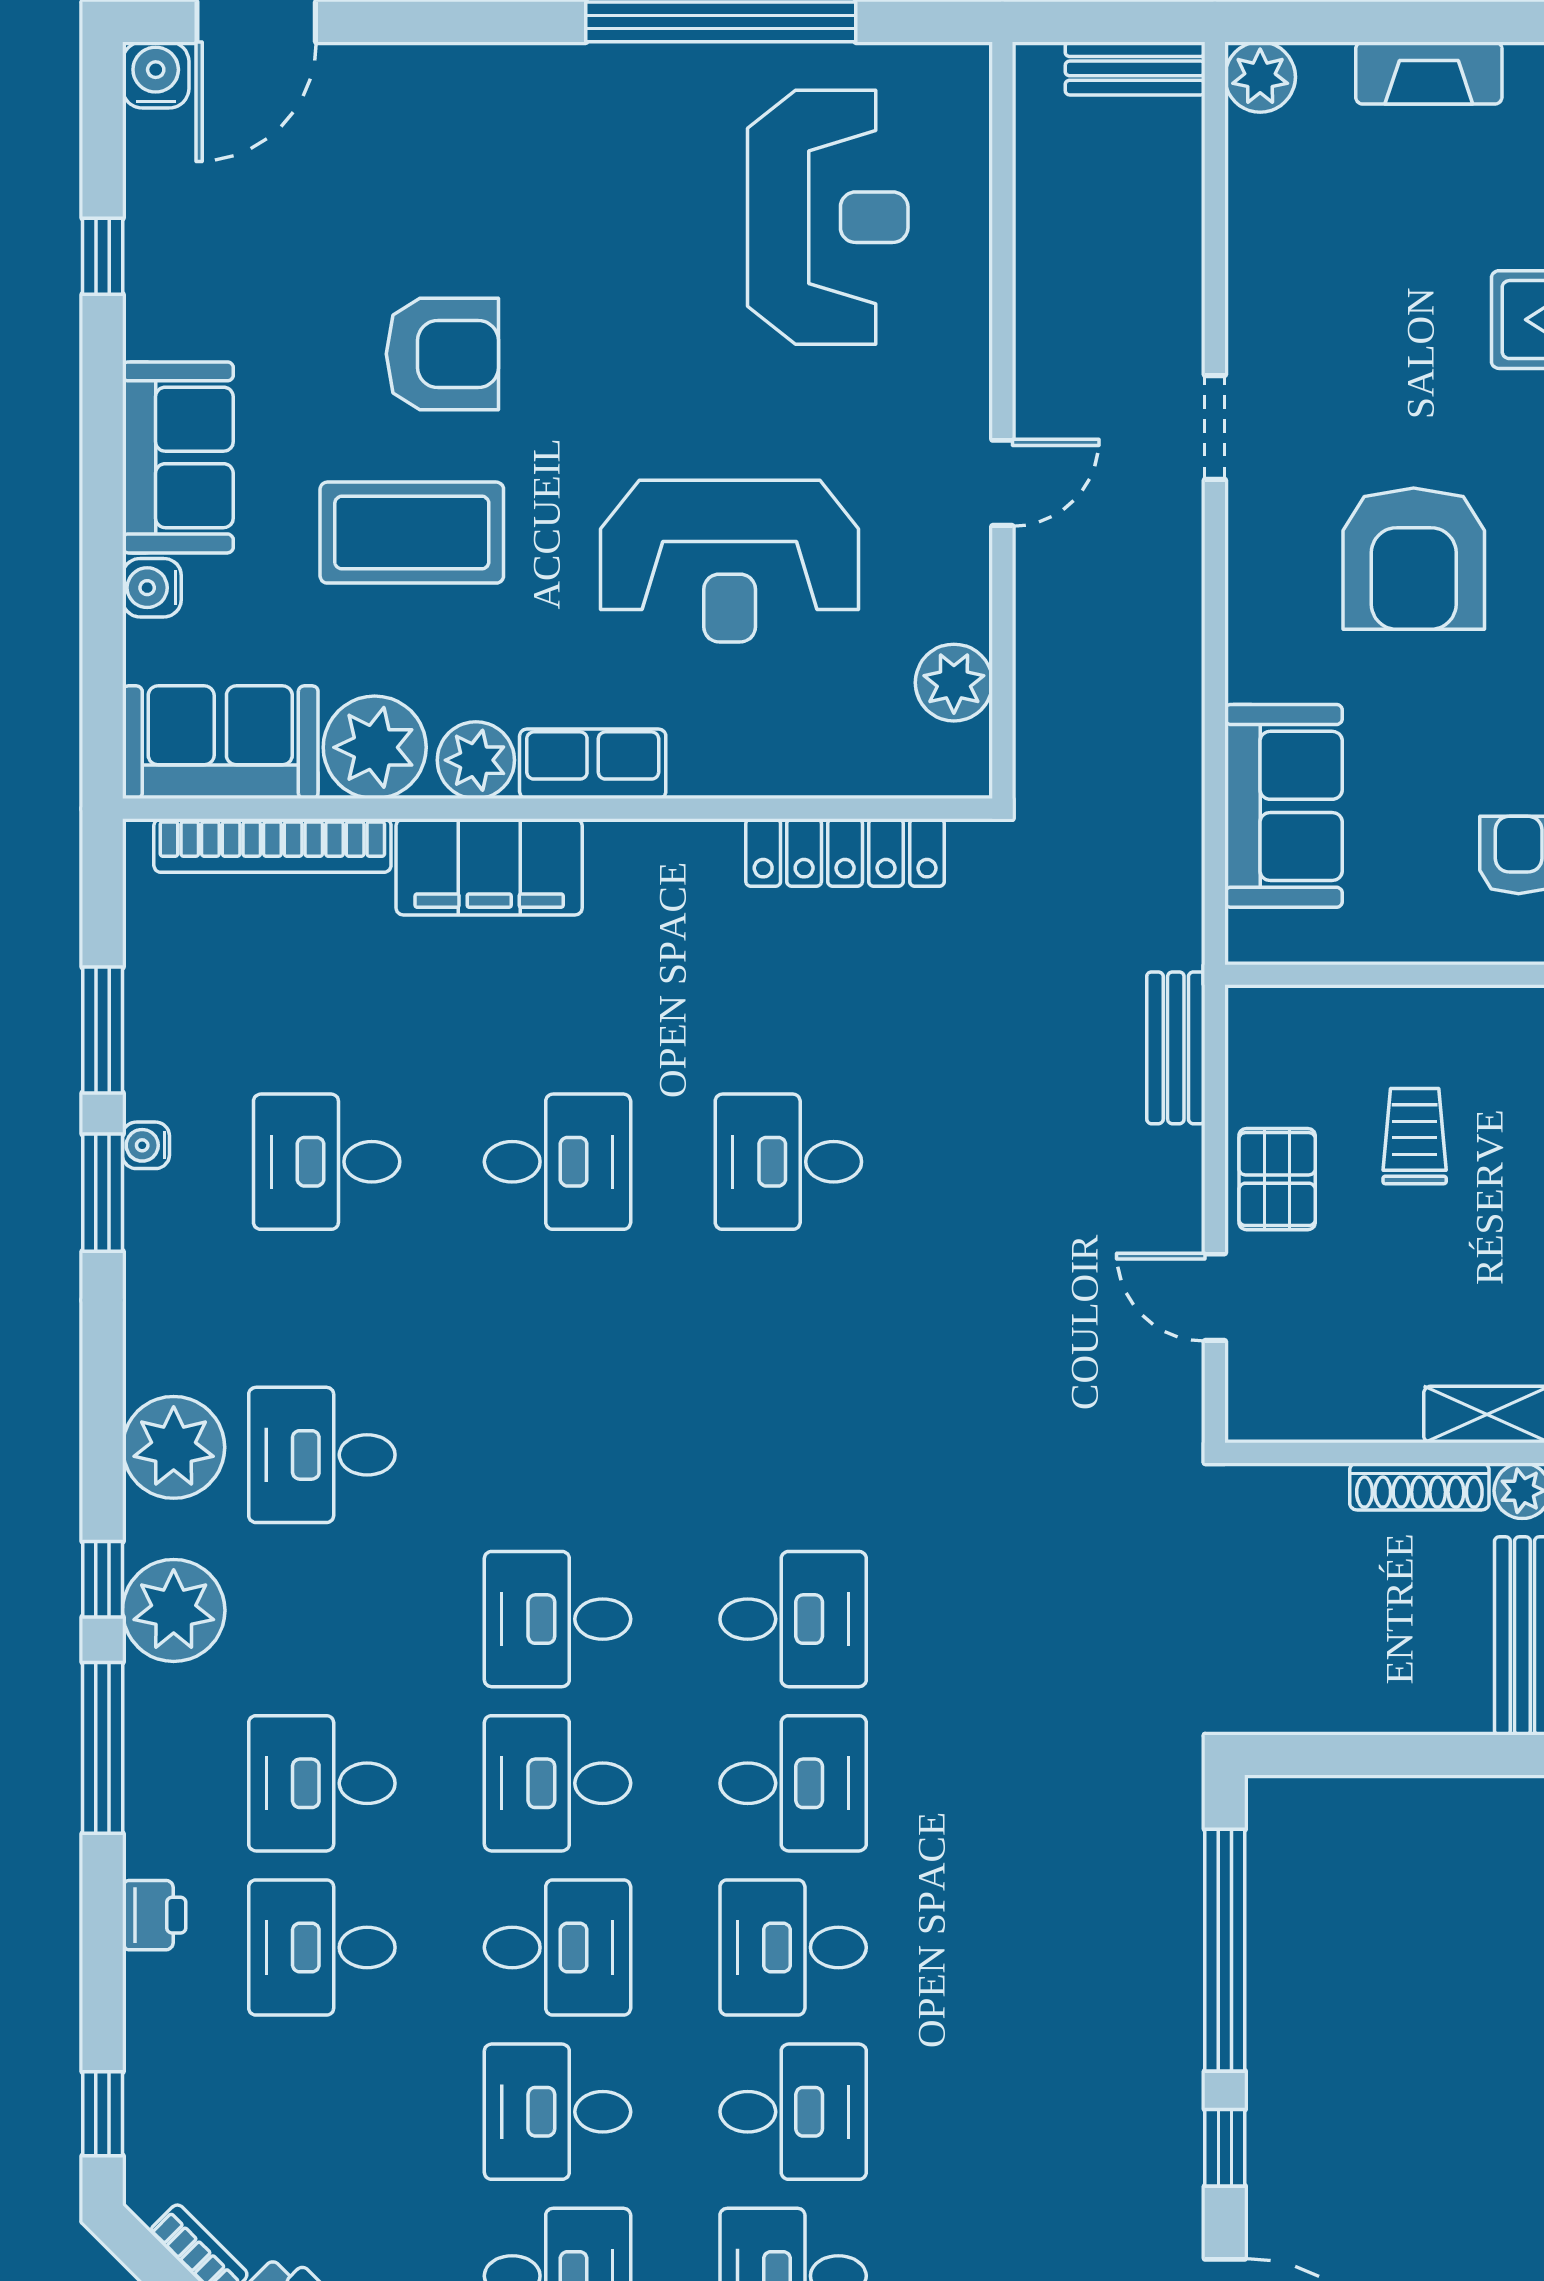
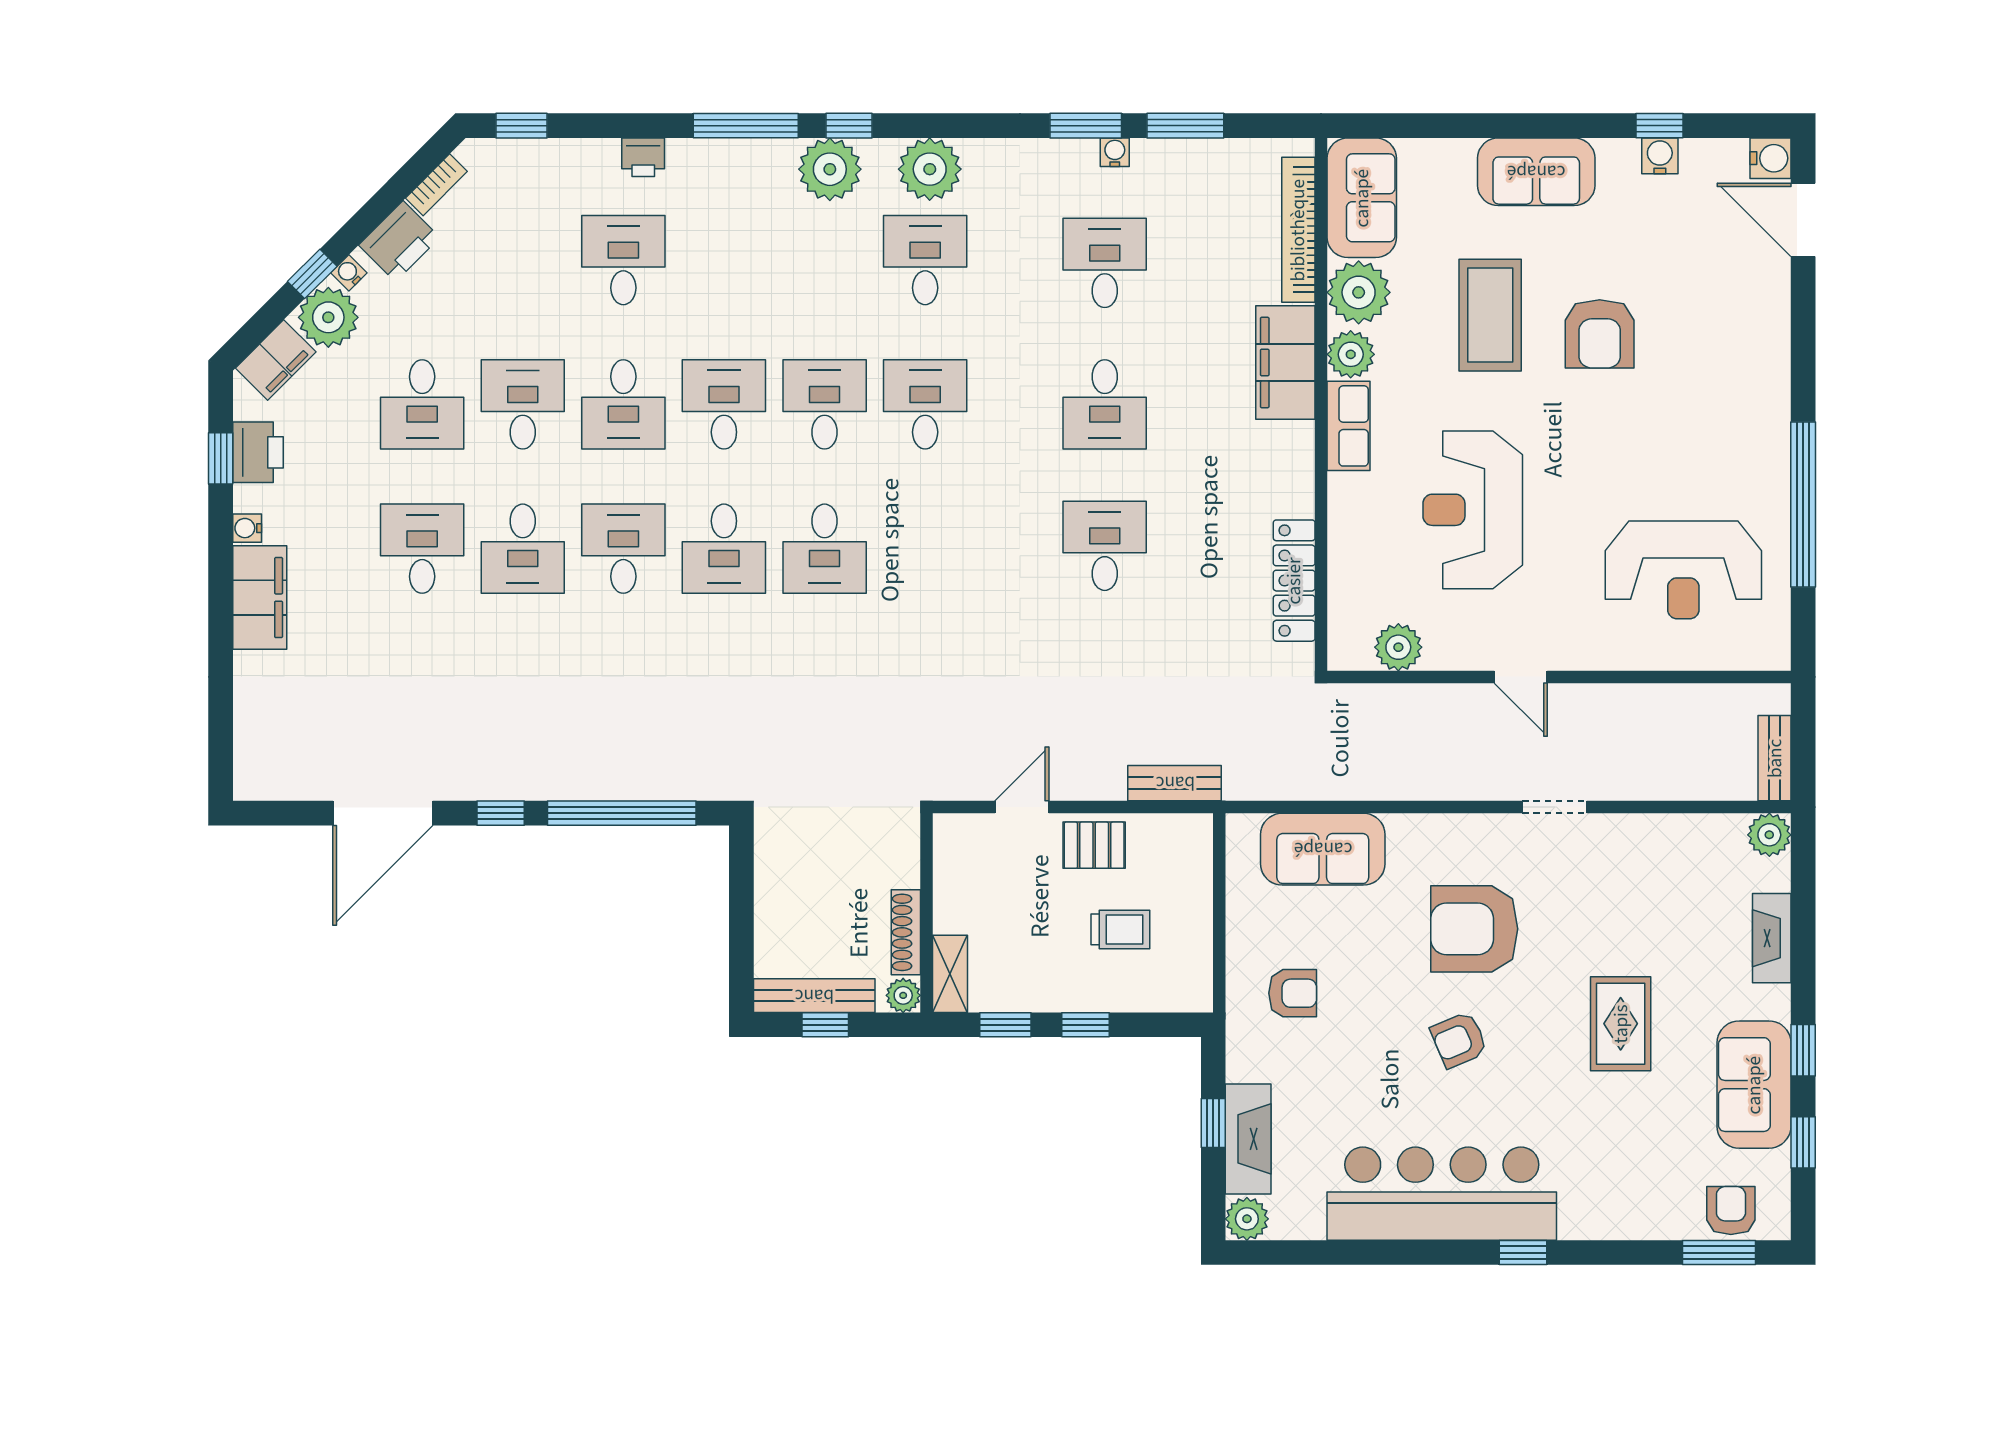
water cooler: (152, 588) -> (1660, 156), moved
desk: (322, 1783) -> (925, 404), moved

